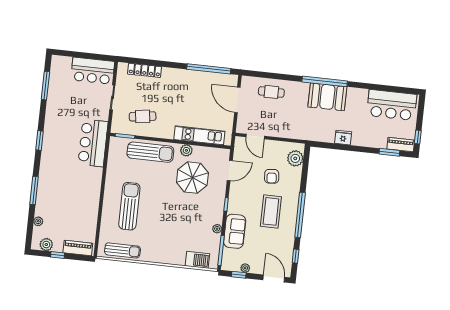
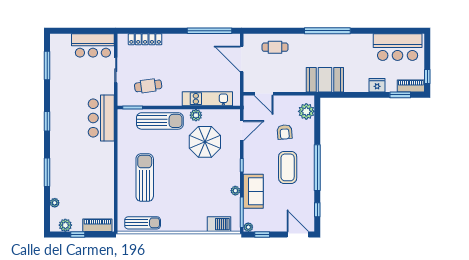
booth: (327, 97) -> (325, 80), moved
fridge: (343, 138) -> (377, 85), moved
plant: (245, 268) -> (248, 227), moved

